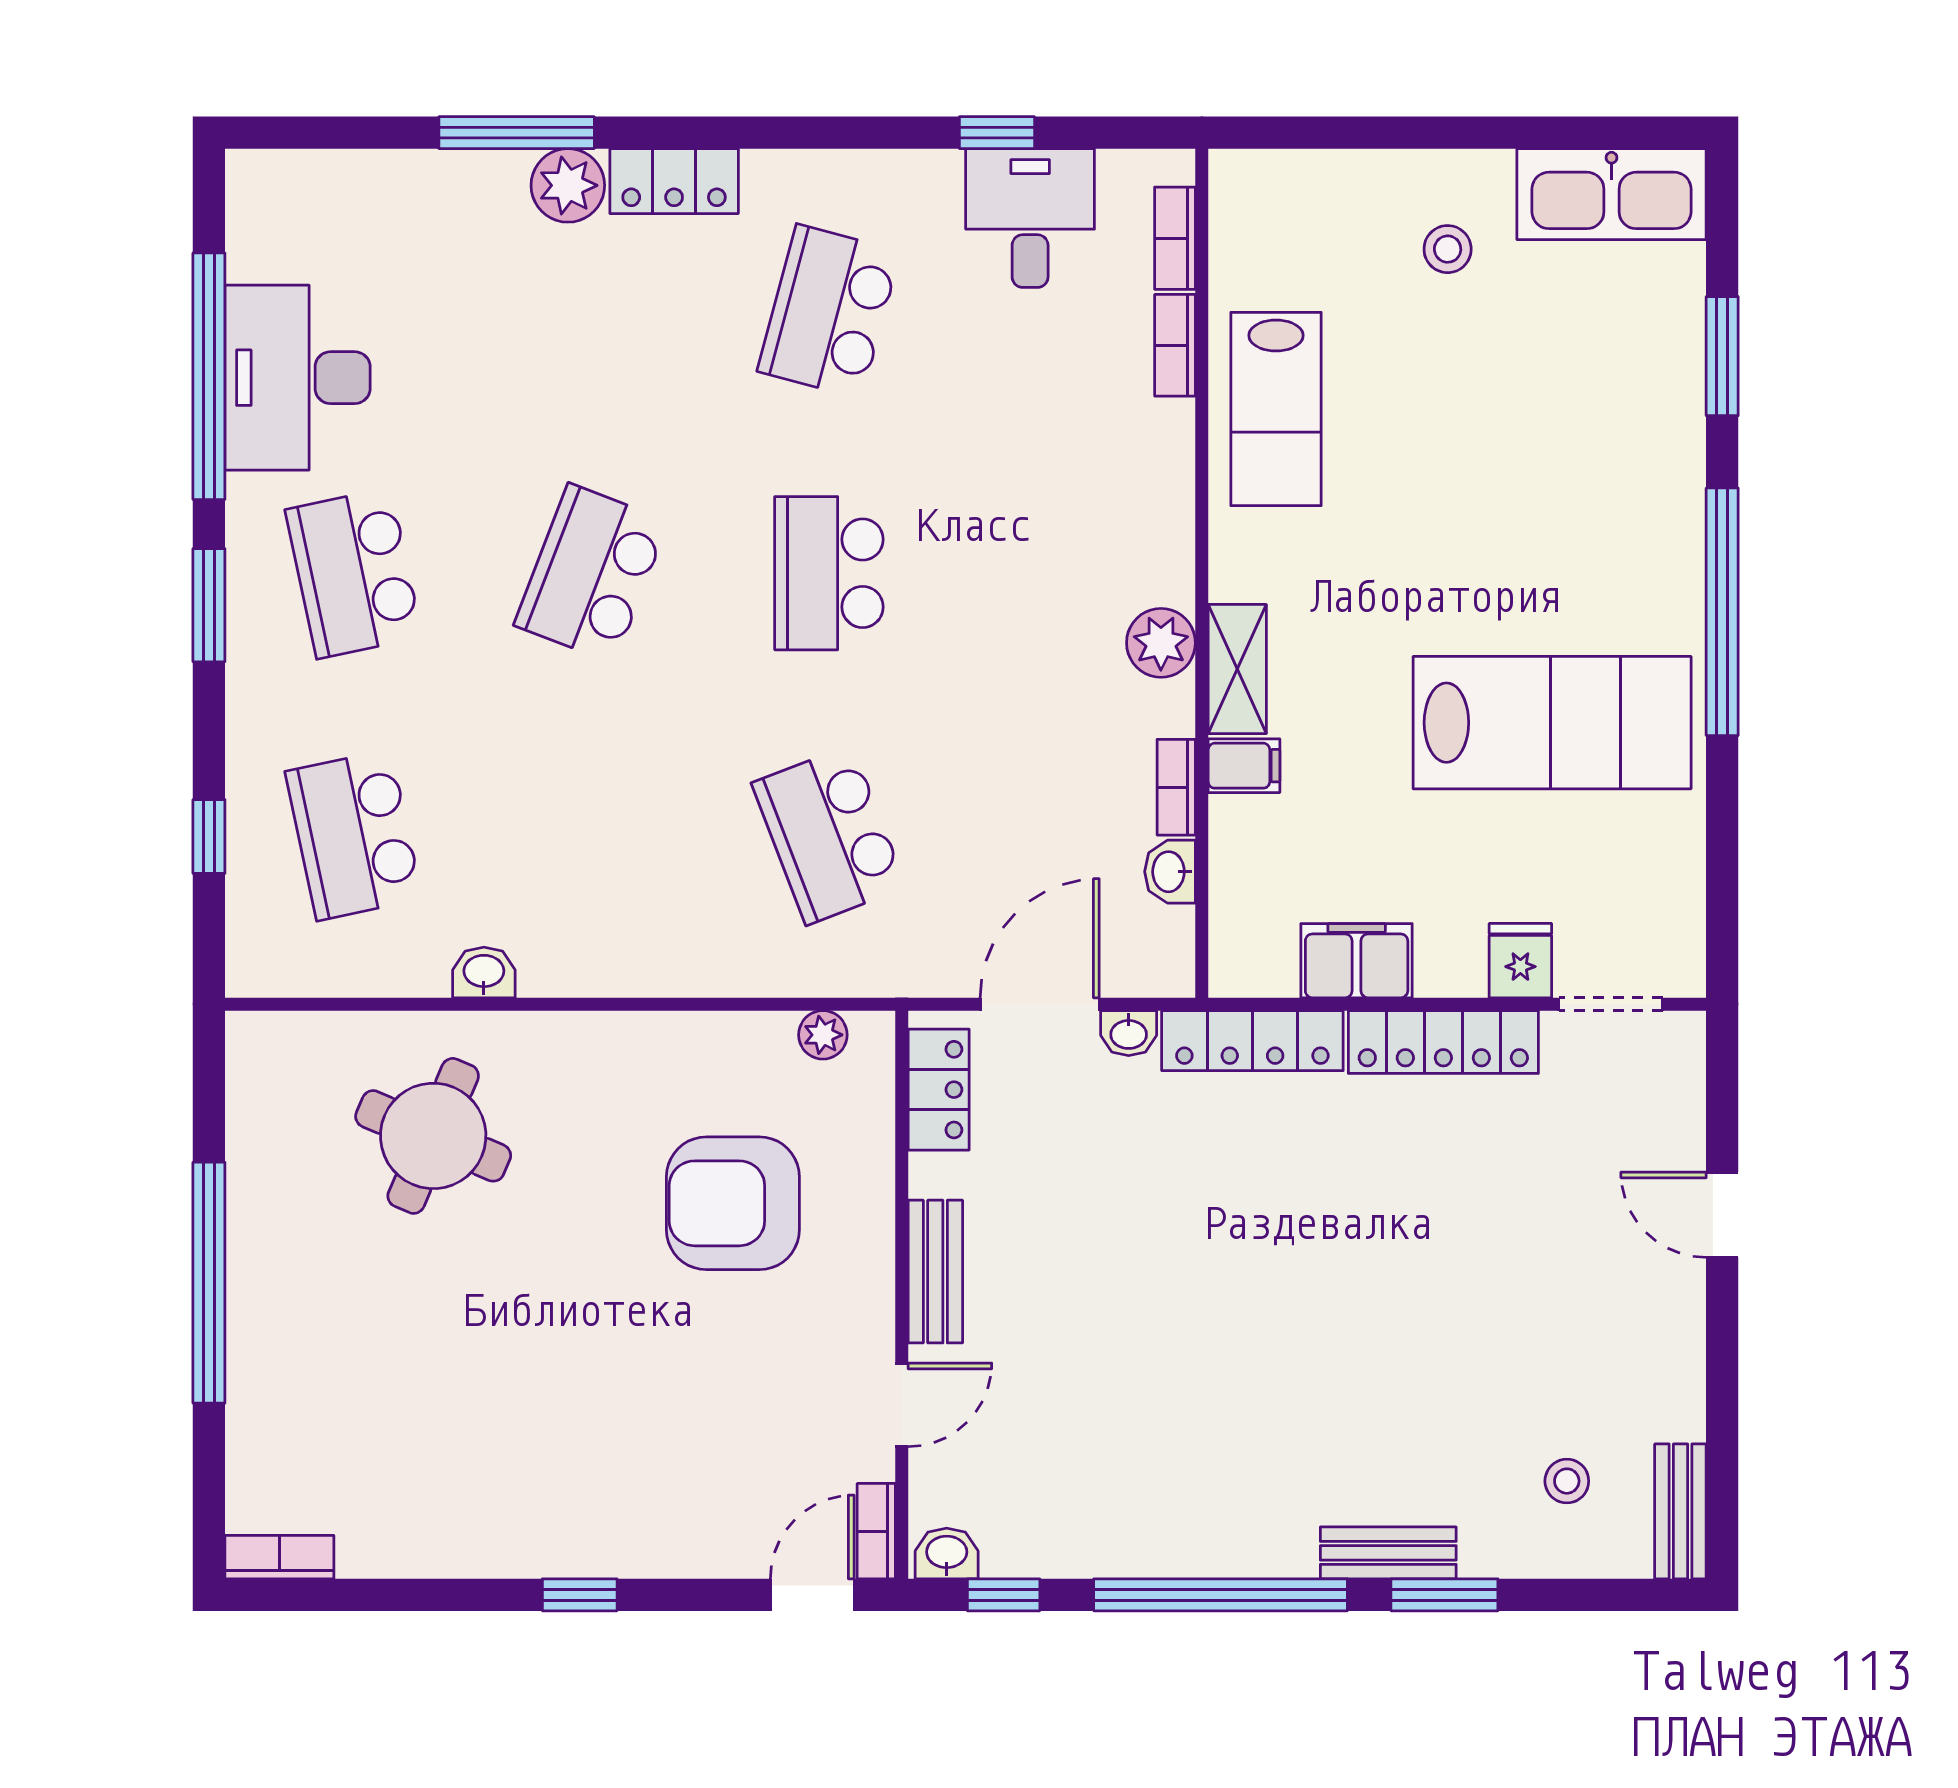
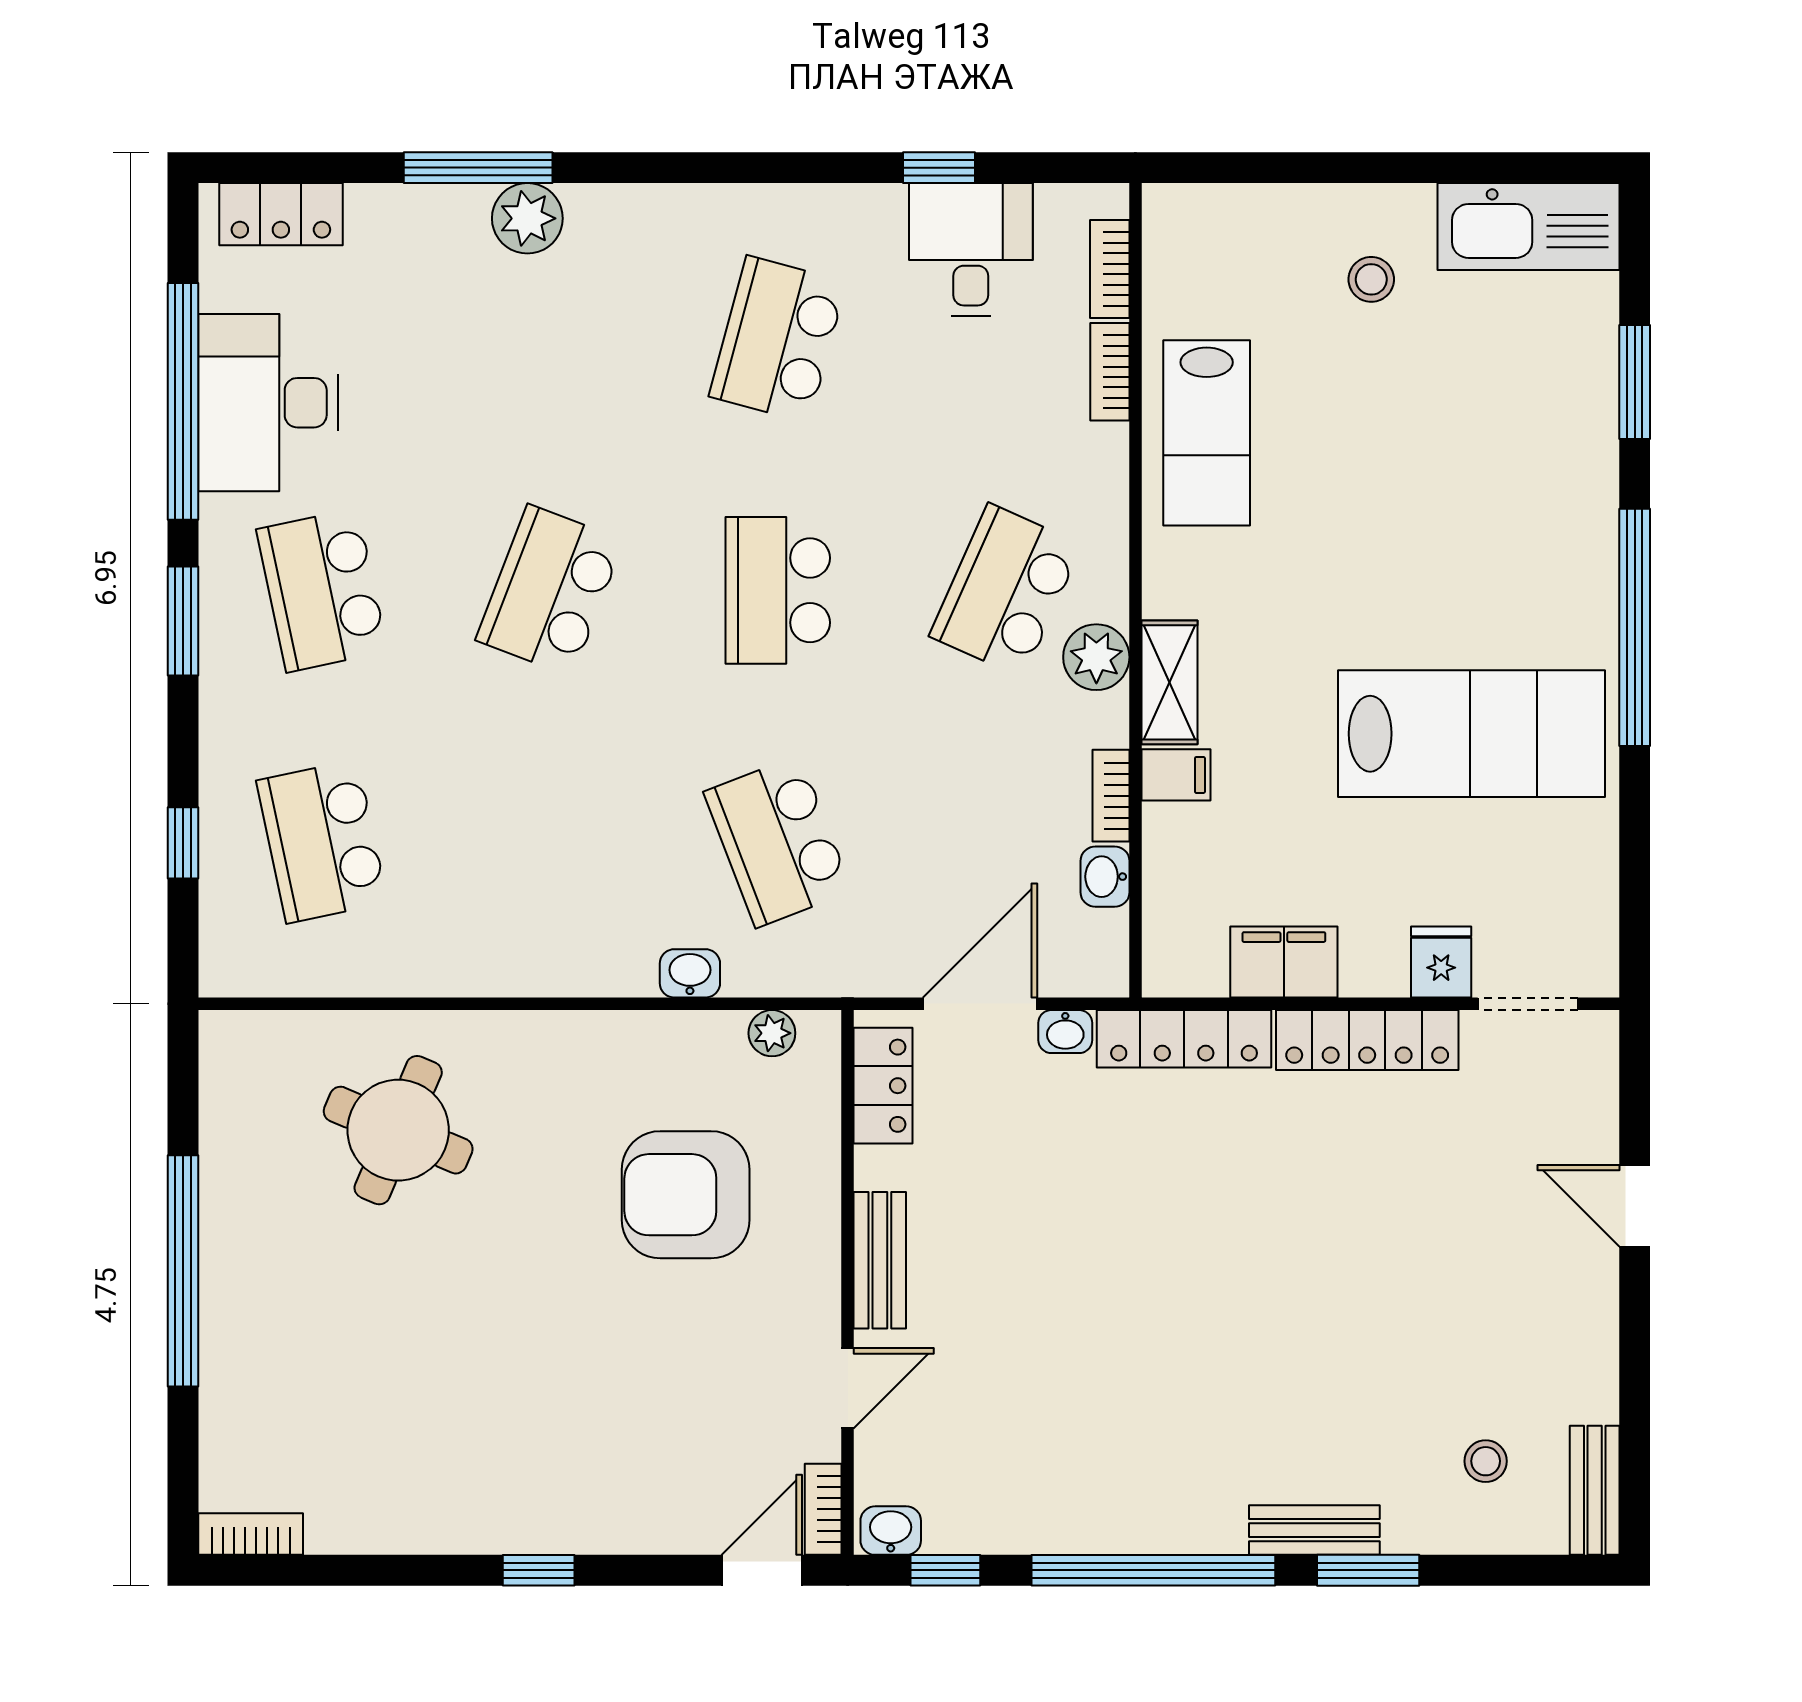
locker: (674, 181) -> (281, 214), moved
school desk: (1067, 573) -> (1006, 590), added
washbasin: (484, 972) -> (690, 973), moved

